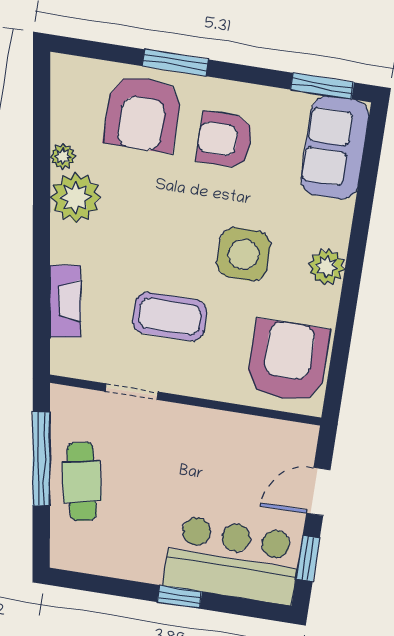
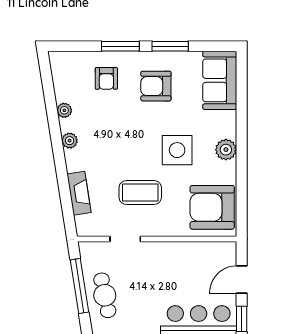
window: (322, 86) -> (170, 46), moved
armchair: (143, 114) -> (106, 78), width x0.53, depth x0.53
plant: (75, 197) -> (70, 141), width x0.53, depth x0.53
armchair: (288, 361) -> (212, 207), turned -90

